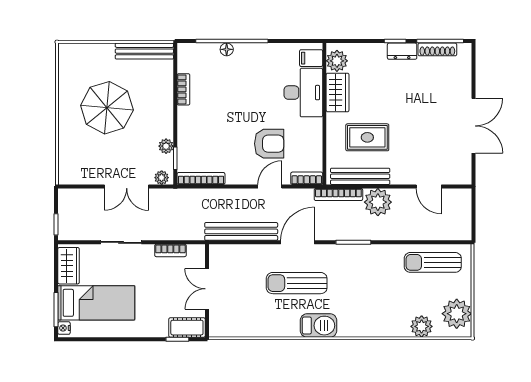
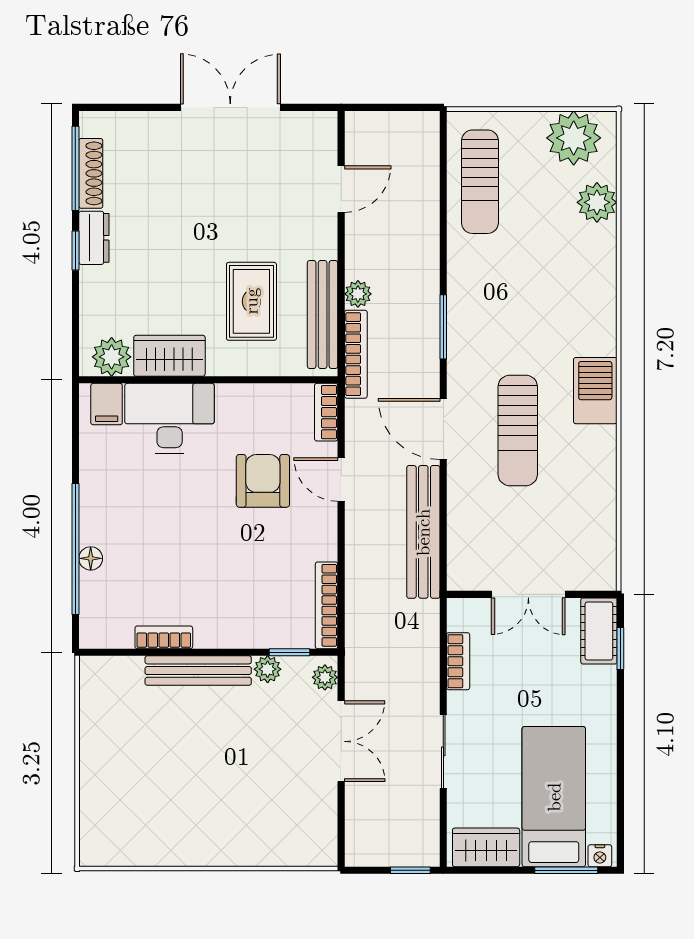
bench: (144, 51) -> (198, 671), moved, turned 90
parasol: (107, 108) -> (197, 777), removed
plant: (378, 202) -> (358, 294), width x0.53, depth x0.53

